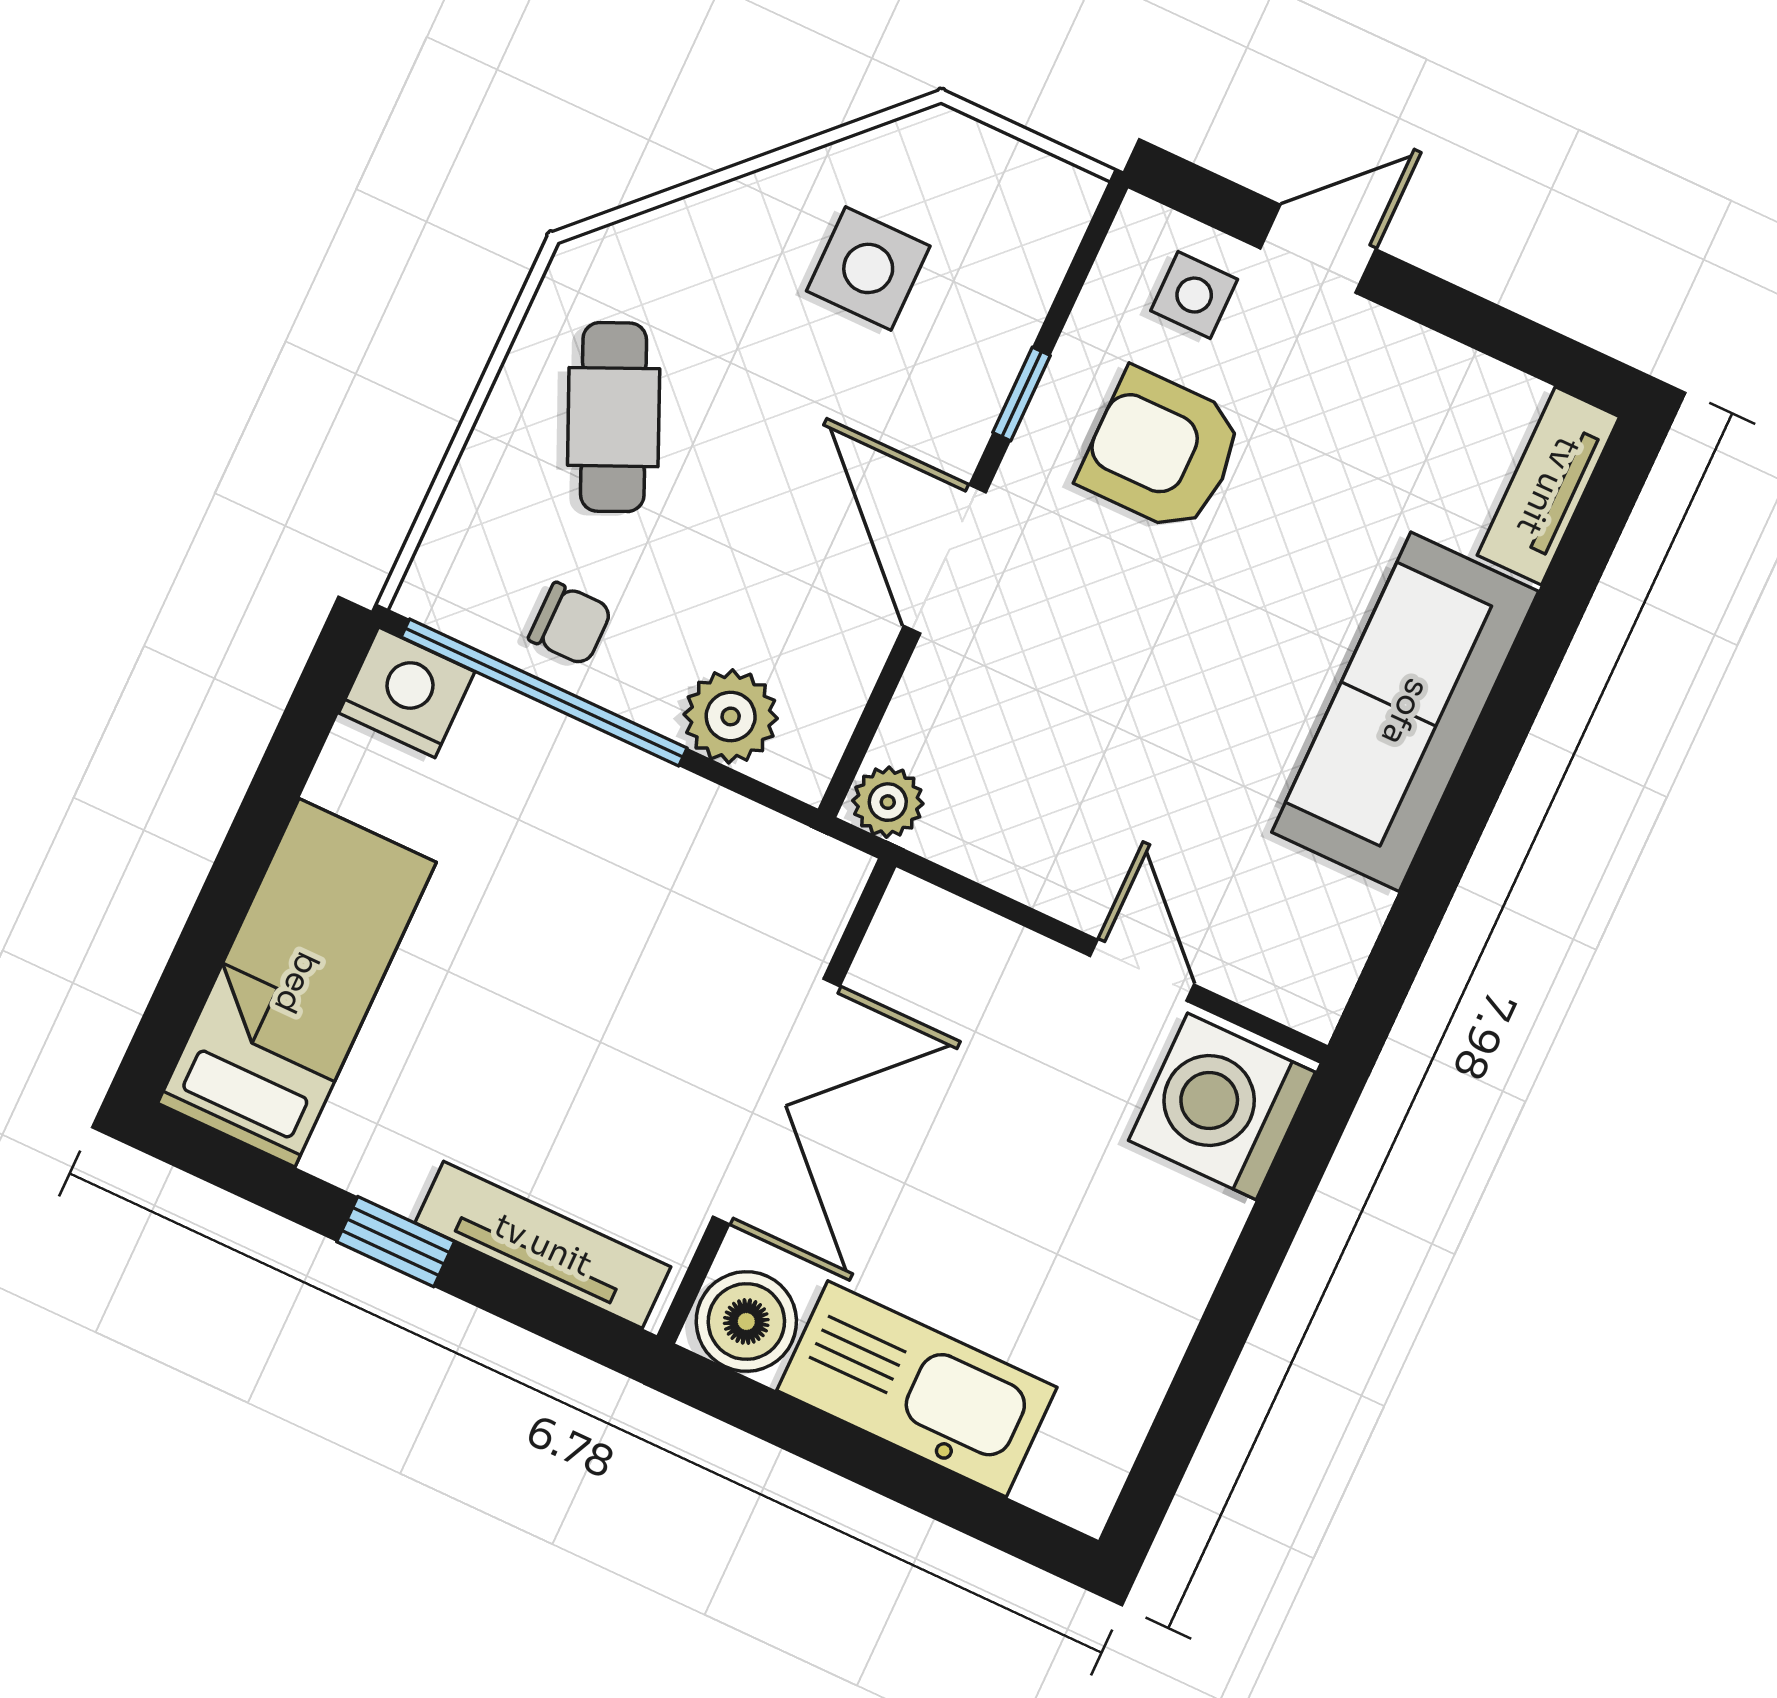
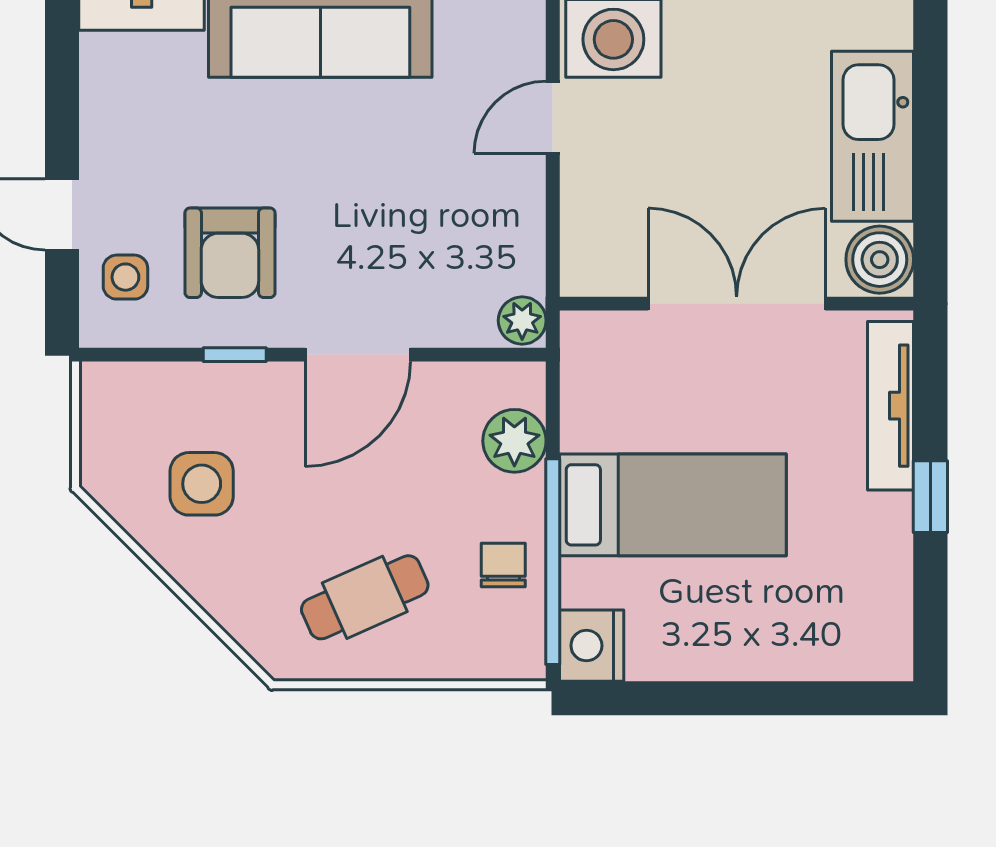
bed: (297, 983) -> (673, 505), moved, turned 180

